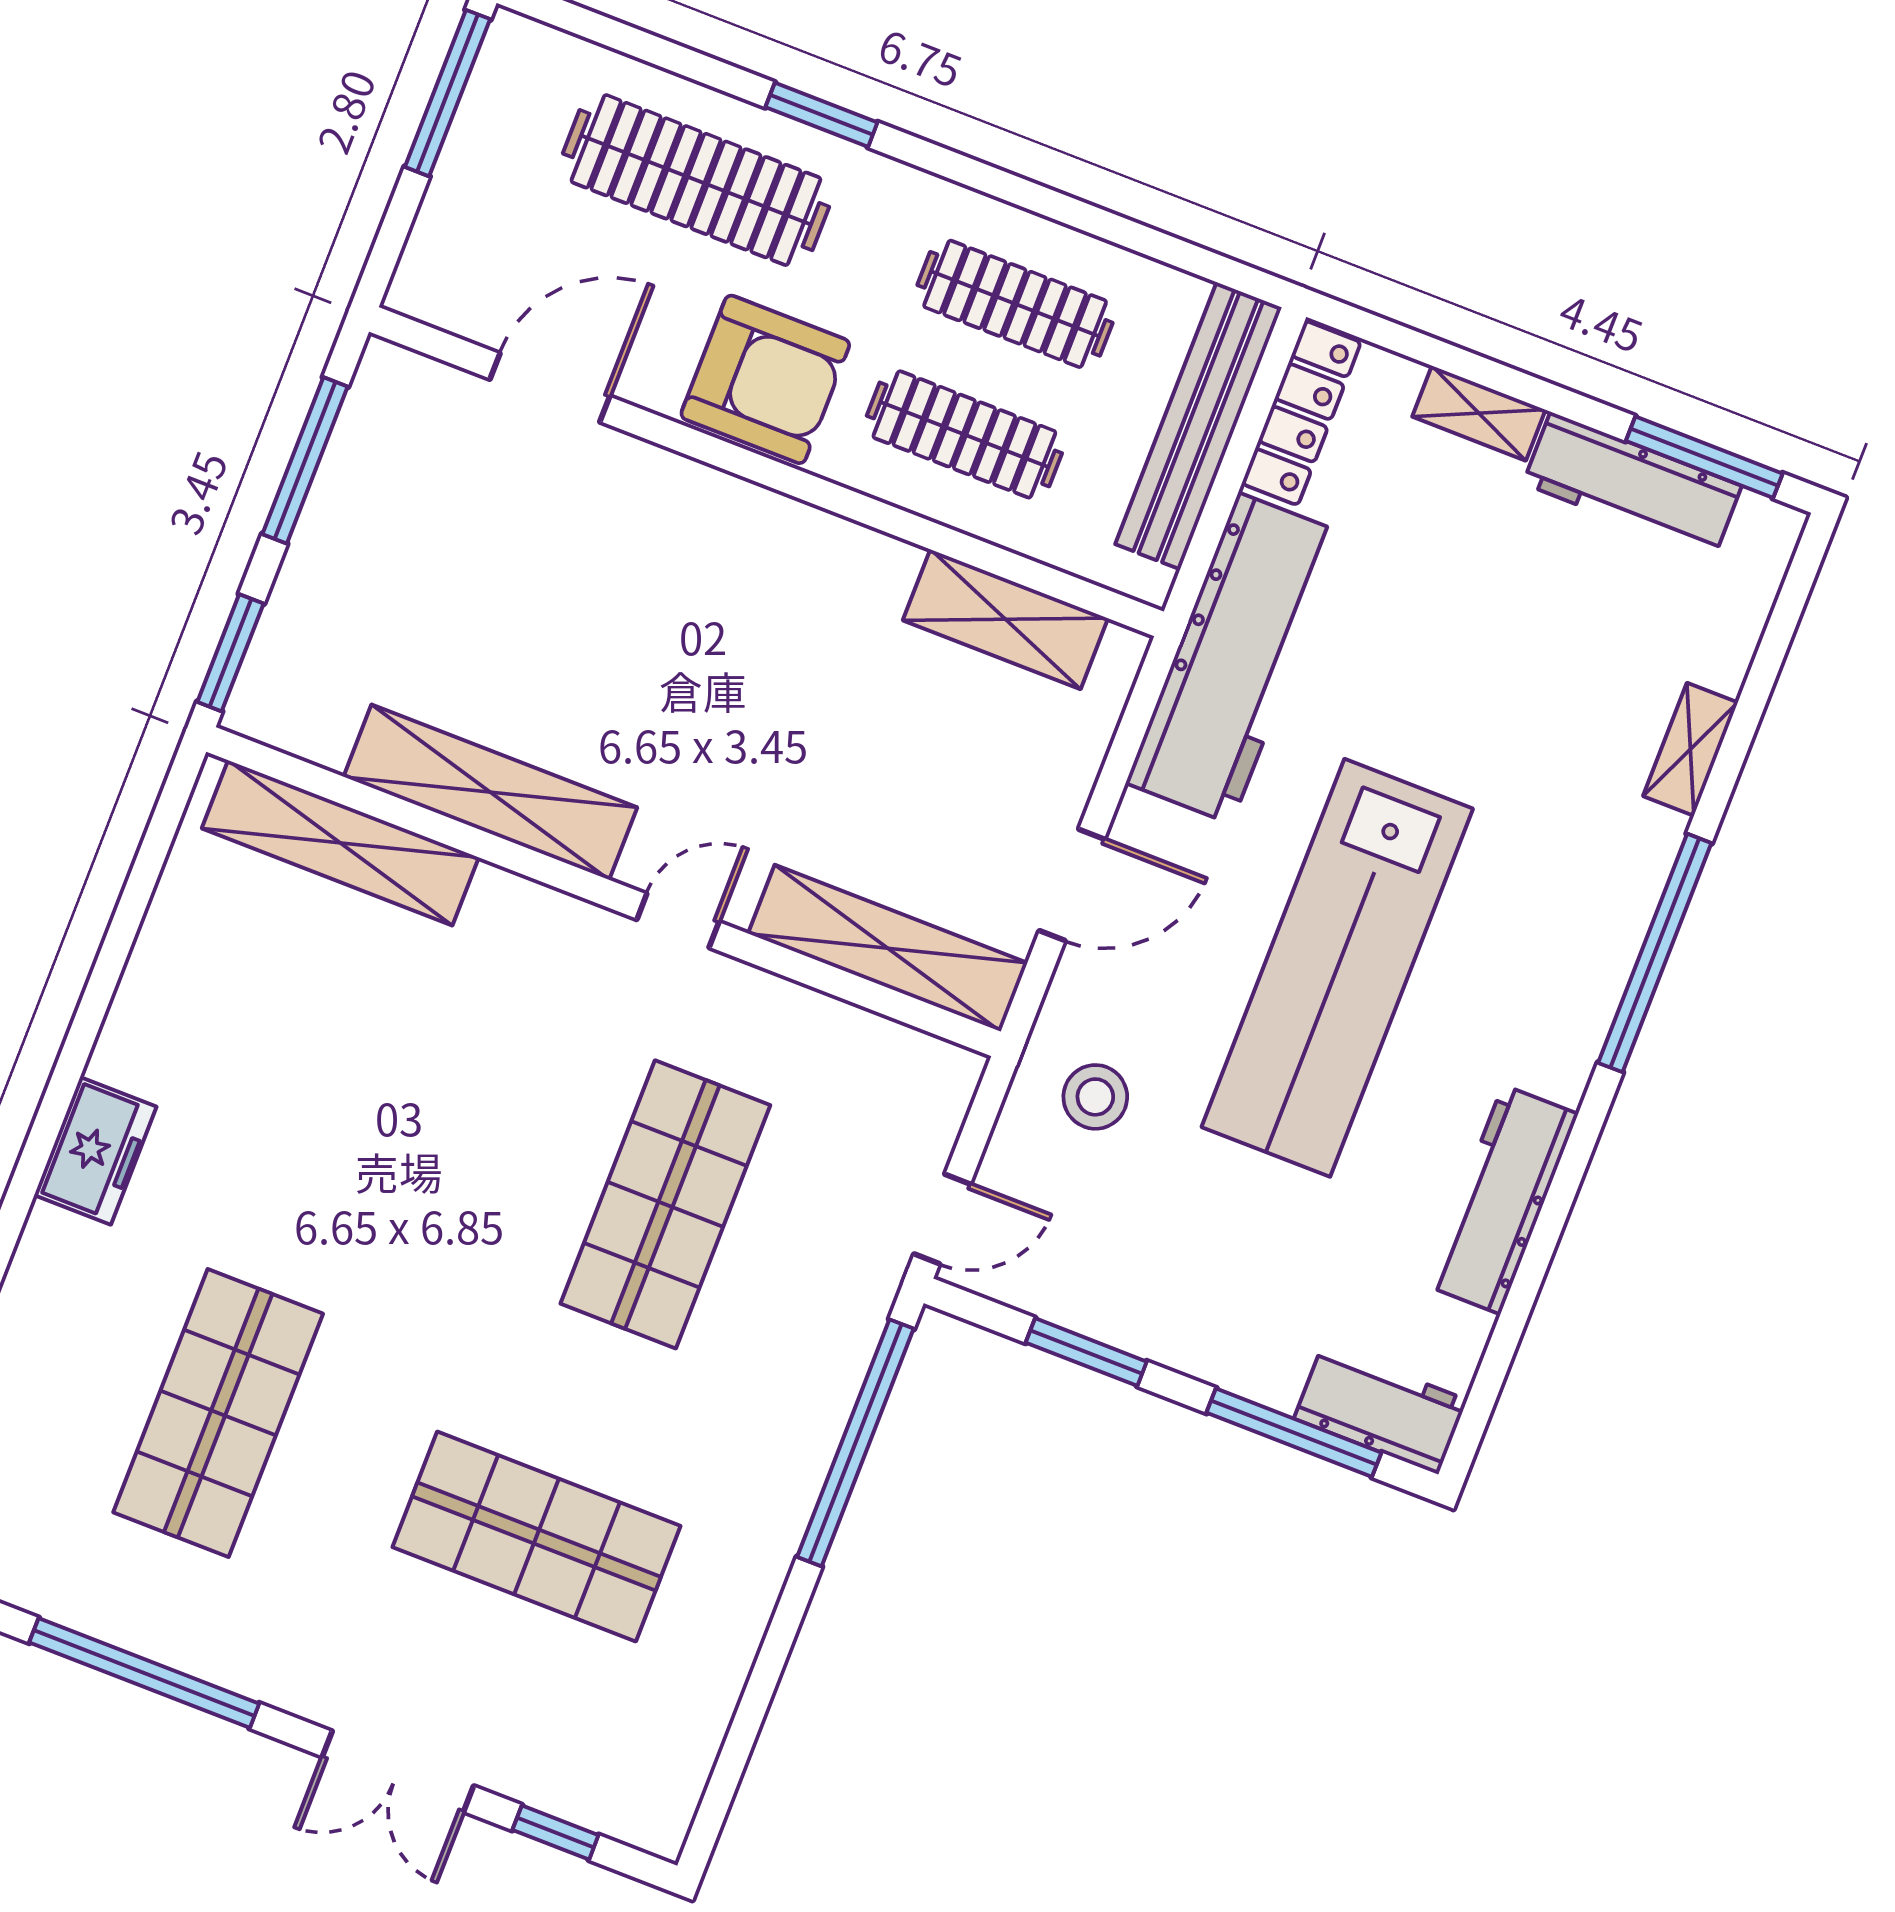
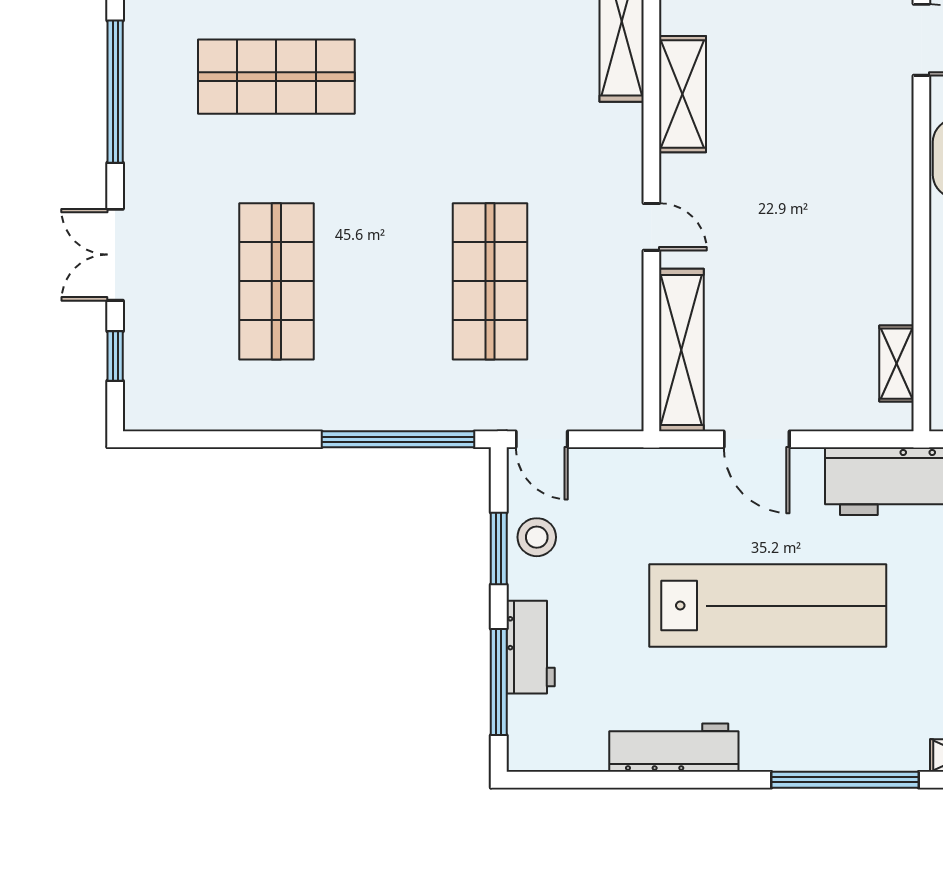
shelving: (1005, 619) -> (896, 364), width x0.67, depth x0.75
shelving: (490, 792) -> (682, 94), width x0.68
lab bench: (1337, 968) -> (768, 606), turned 180
stool: (1095, 1097) -> (537, 537), moved
shop shelf: (665, 1204) -> (490, 281), turned 90
workbench: (1381, 1409) -> (531, 647), moved

